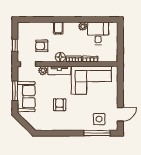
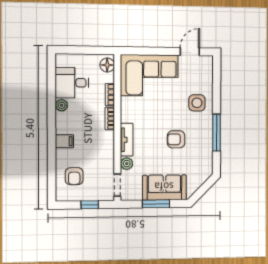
armchair: (42, 46) -> (74, 176), moved
floor lamp: (60, 57) -> (107, 65), moved
corner sofa: (91, 80) -> (149, 75), moved, turned 90
door: (120, 114) -> (190, 52), hinge flipped
side table: (99, 119) -> (197, 103), moved
window: (97, 133) -> (217, 133), moved

